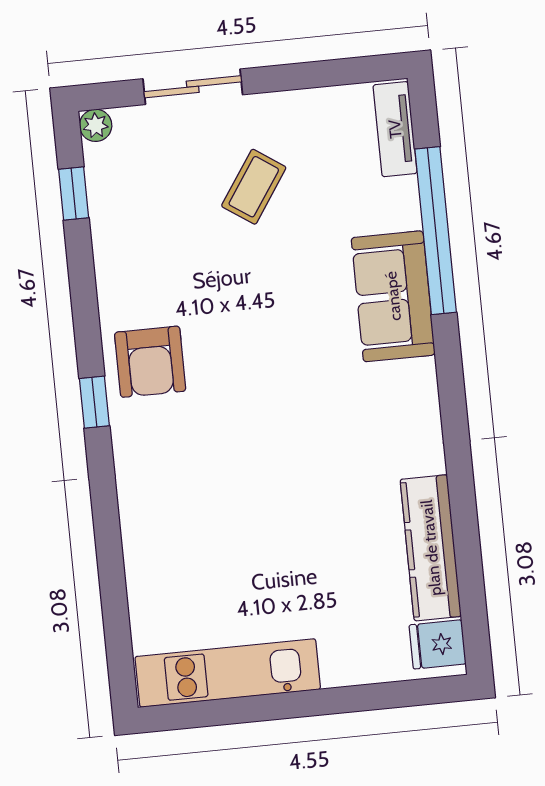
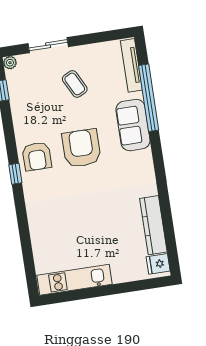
tv unit: (395, 129) -> (131, 65), width x1.41
coffee table: (254, 187) -> (75, 84), turned -61
armchair: (262, 347) -> (81, 148), added

